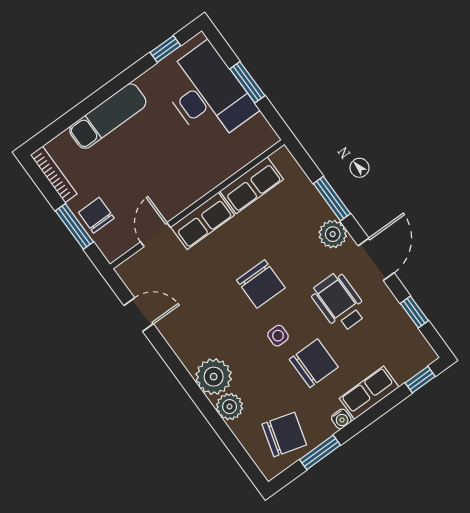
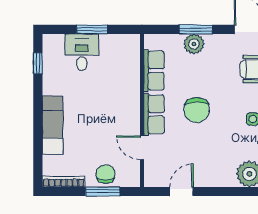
desk: (207, 94) -> (82, 52), width x0.53, depth x0.77
chair: (96, 215) -> (106, 174), turned 90
plant: (333, 234) -> (194, 44), moved
chair: (261, 284) -> (197, 110), moved, turned 90

